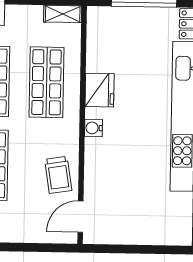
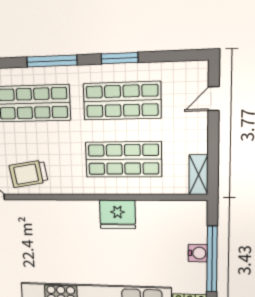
water cooler: (93, 128) -> (198, 253), moved, turned 90

